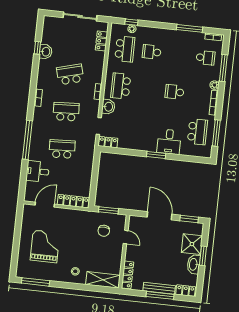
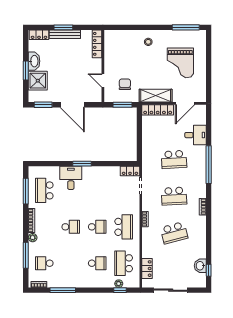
window: (37, 48) -> (209, 270), moved
washbasin: (46, 52) -> (200, 266), moved
school desk: (148, 89) -> (97, 227), added
washbasin: (108, 107) -> (134, 205), removed
shelving: (103, 280) -> (156, 96), moved
window: (160, 295) -> (63, 27), width x0.69

